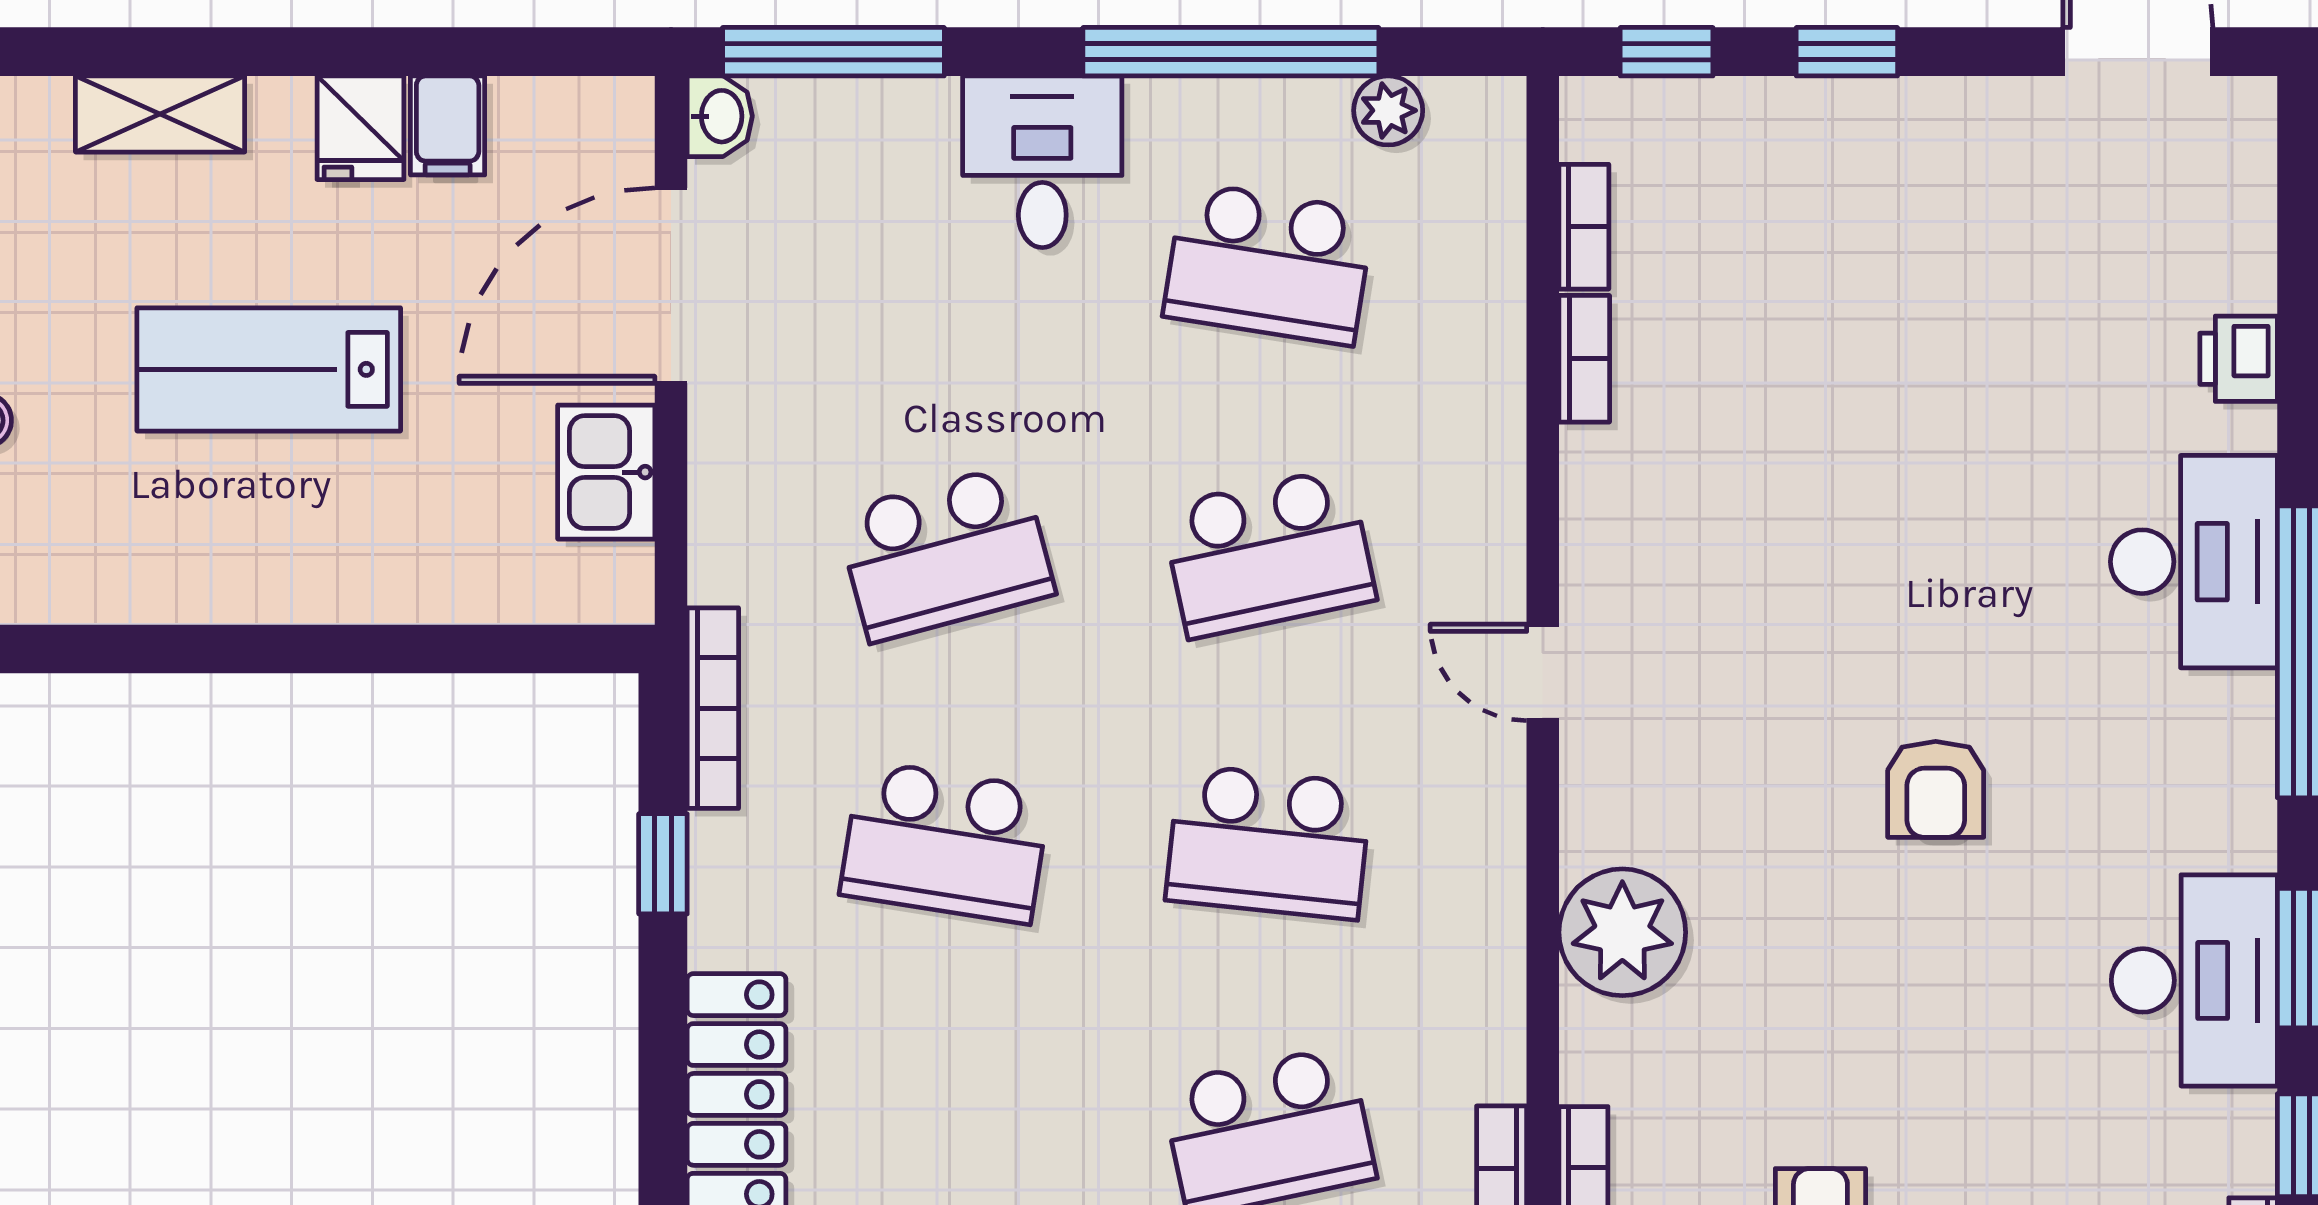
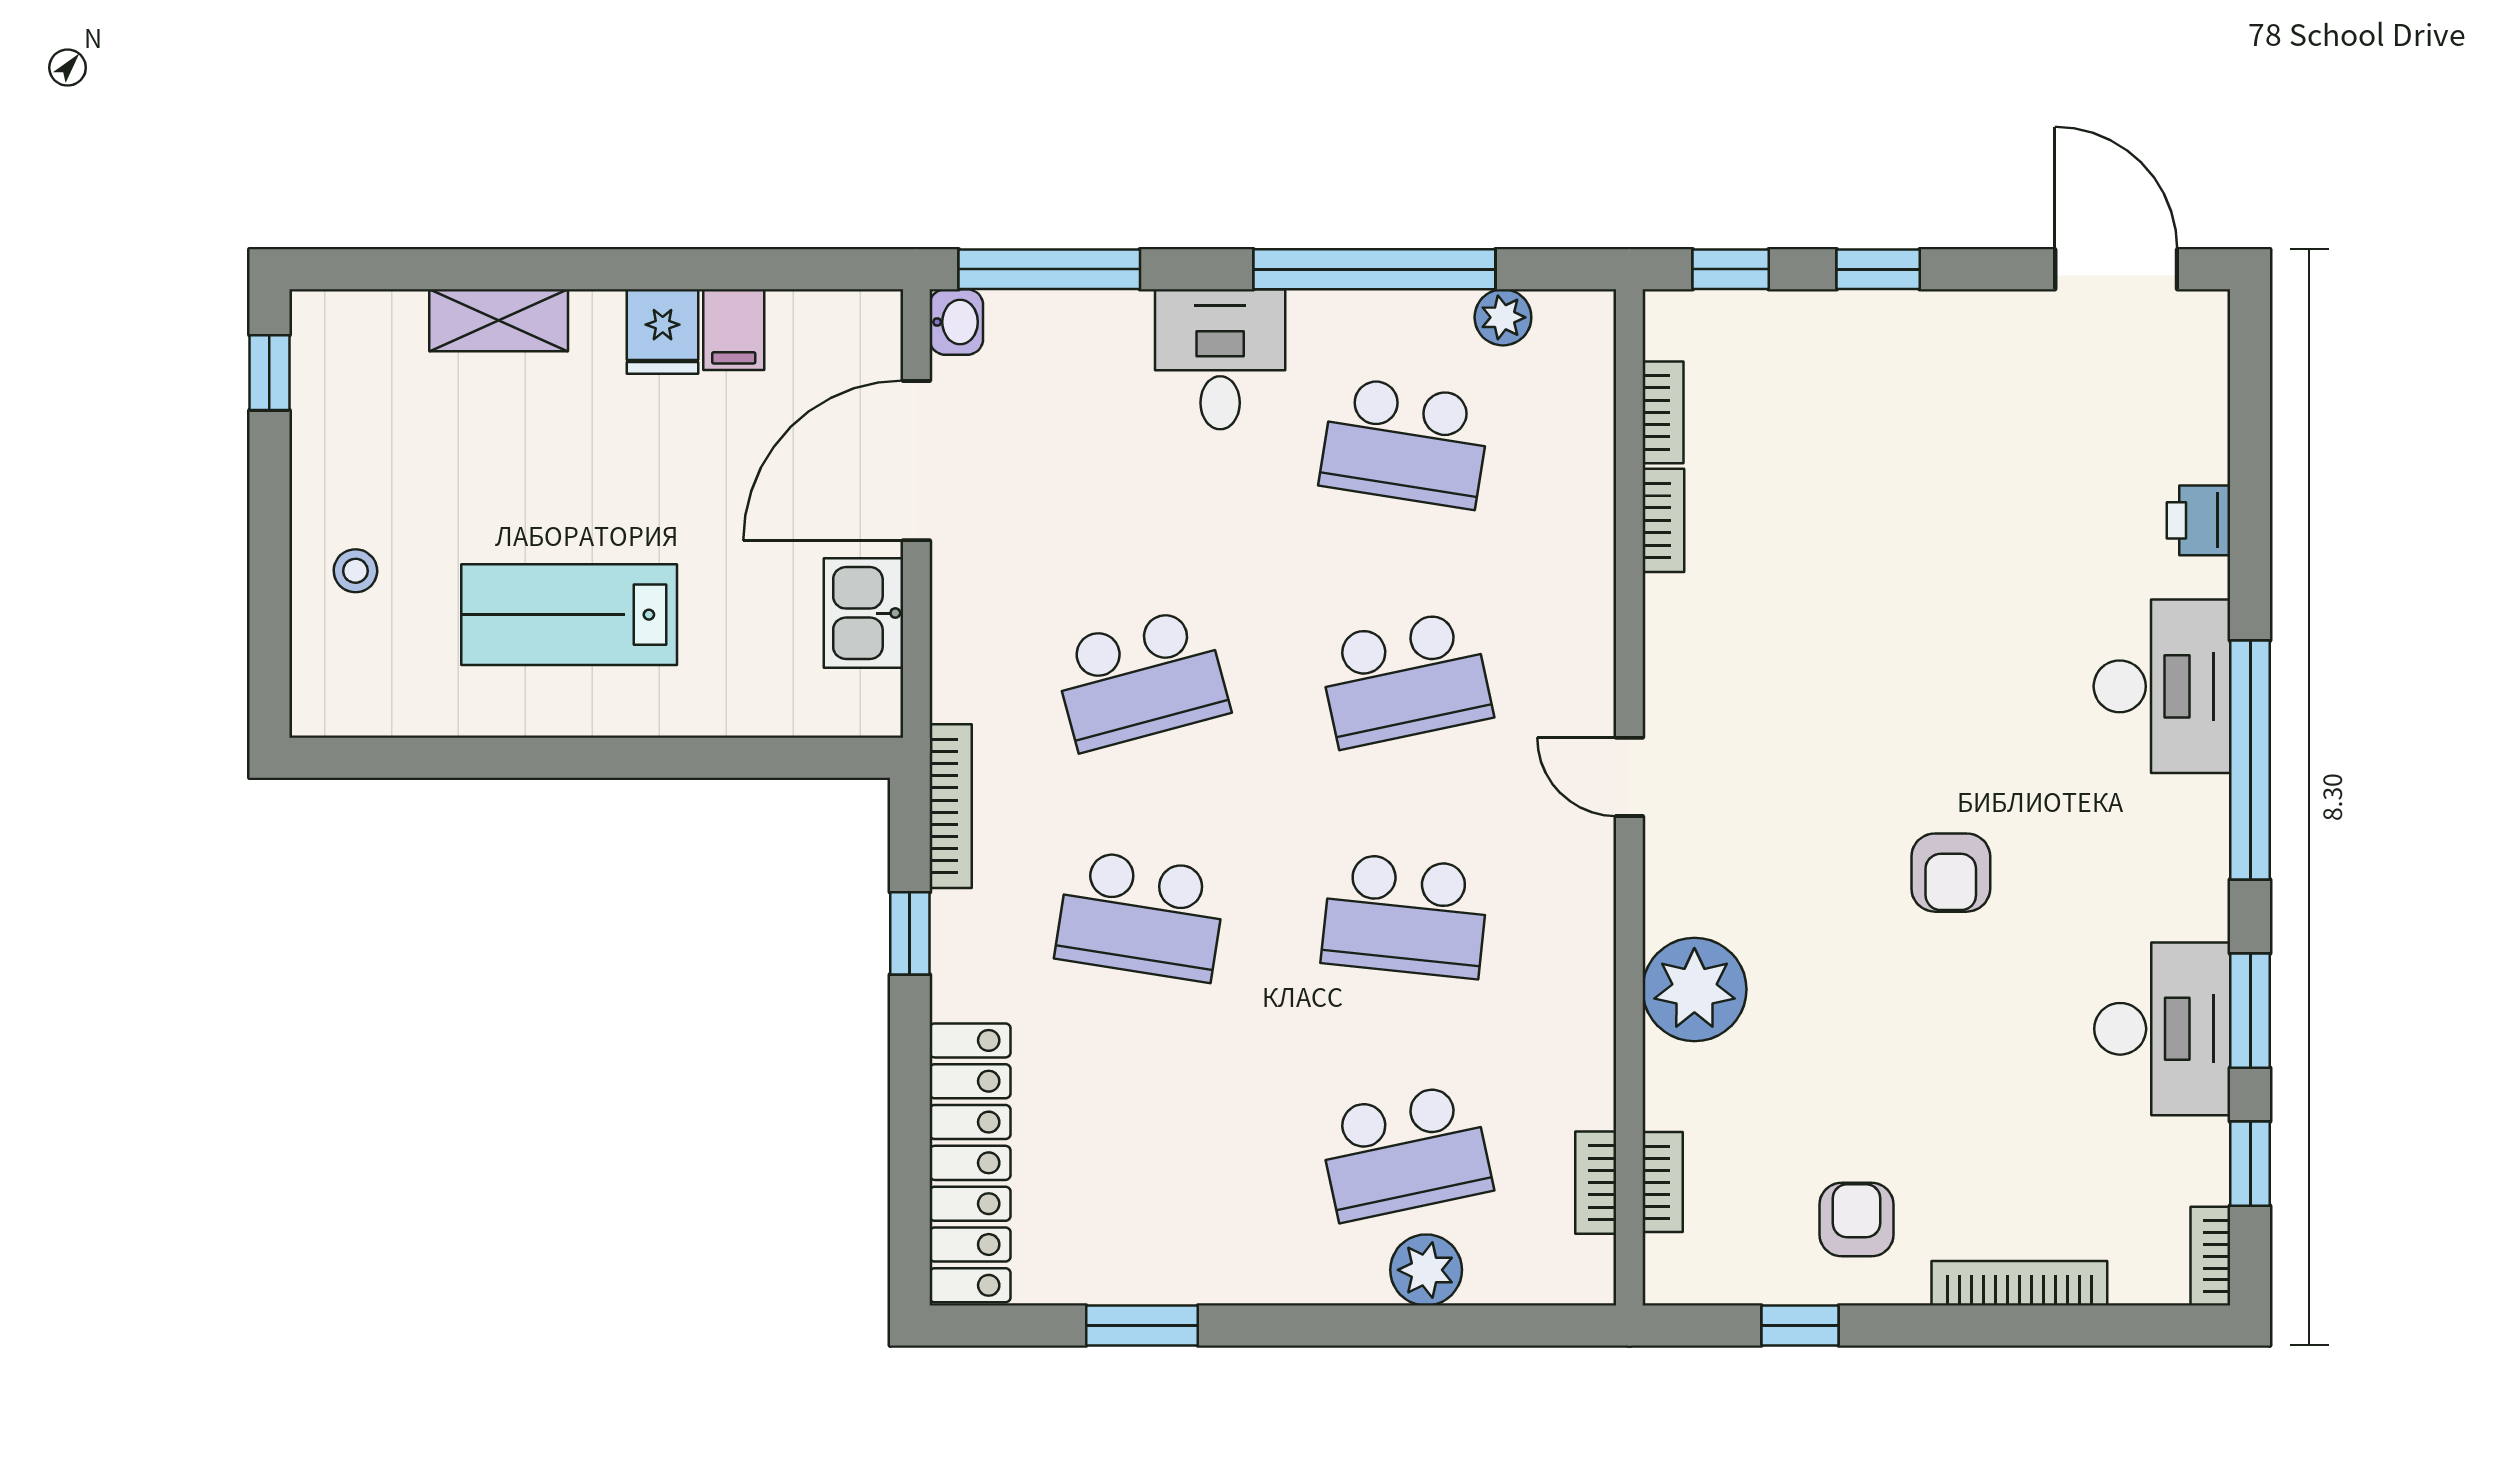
lab bench: (269, 369) -> (569, 615), moved

